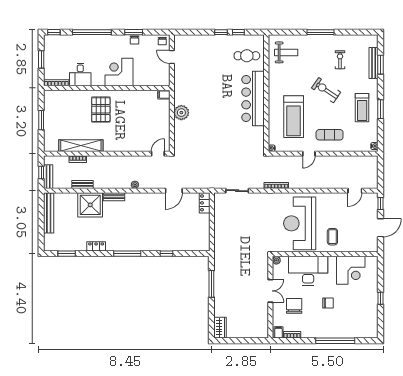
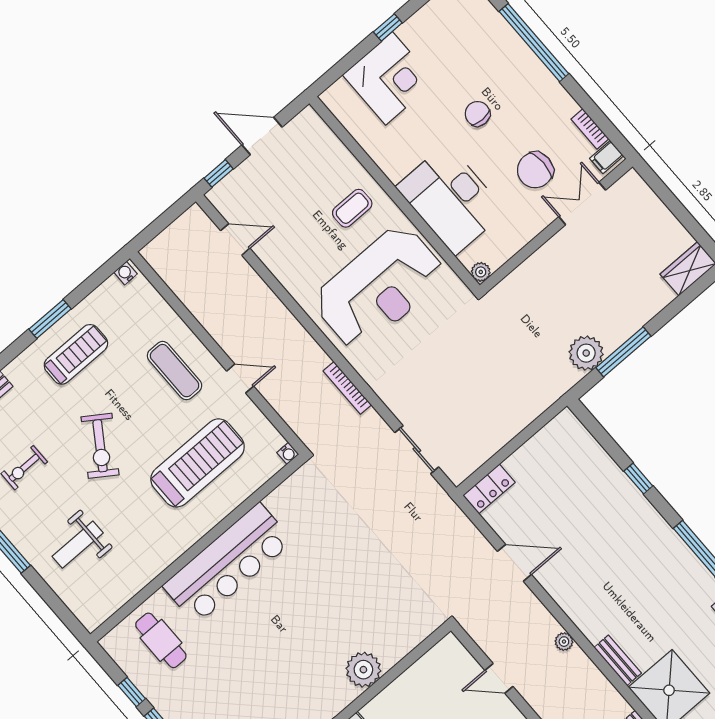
weight bench: (286, 52) -> (78, 545), moved, turned -90
door: (158, 154) -> (499, 678), moved
corner desk: (351, 270) -> (389, 78), moved, turned 90
plant: (221, 272) -> (586, 353), added
double door: (270, 291) -> (582, 203), moved

